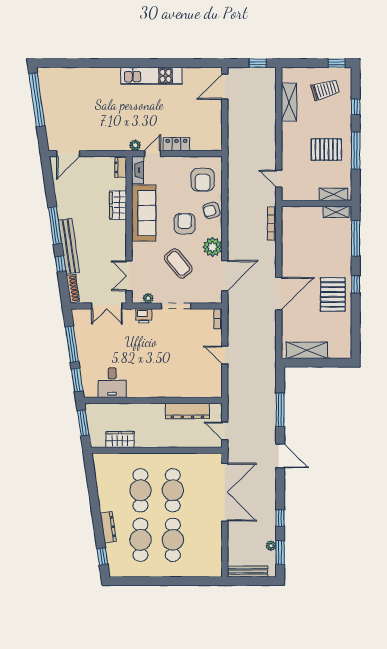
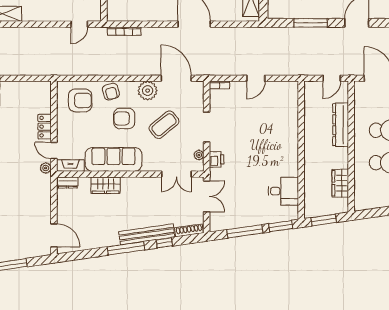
dresser: (187, 411) -> (341, 125), moved, turned 180

